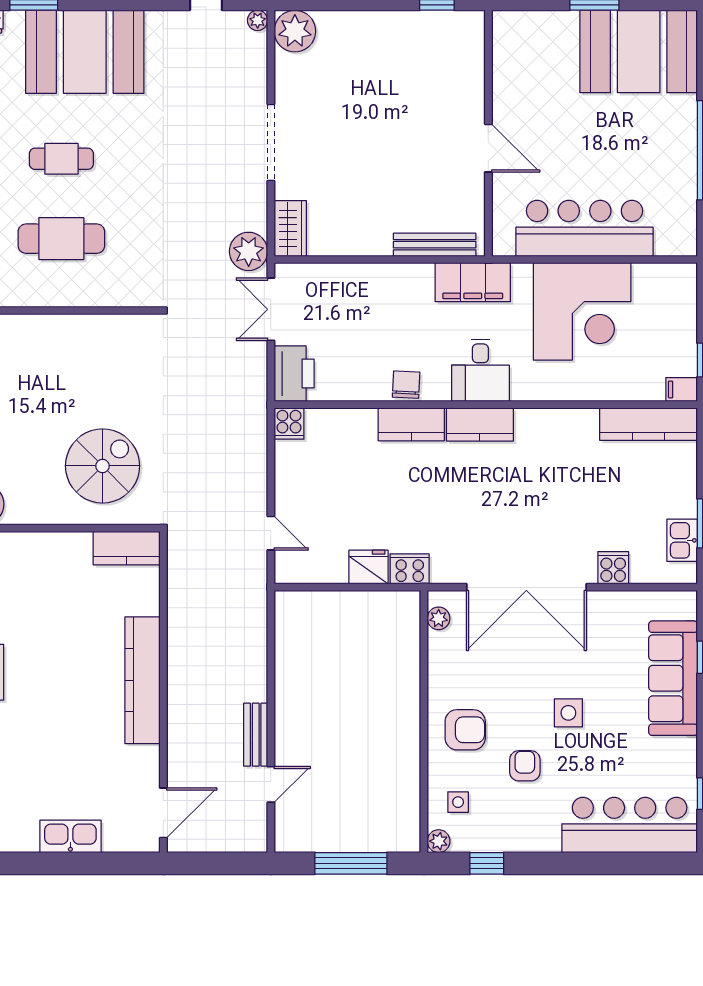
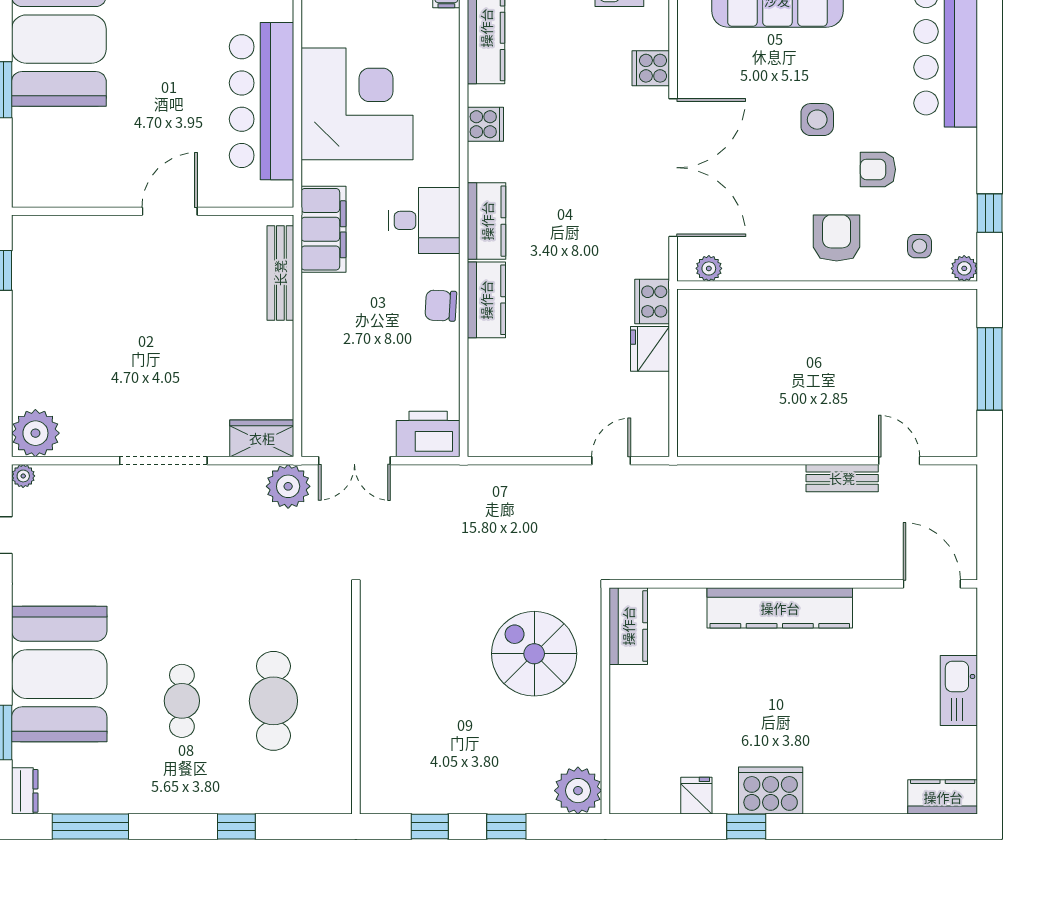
cooker: (289, 423) -> (485, 124), moved

